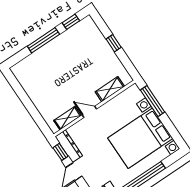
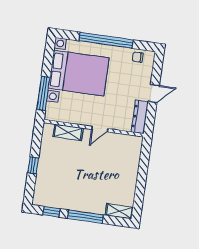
door: (89, 112) -> (100, 129), hinge flipped
shelving: (67, 118) -> (119, 211), moved
window: (61, 152) -> (150, 118), removed

